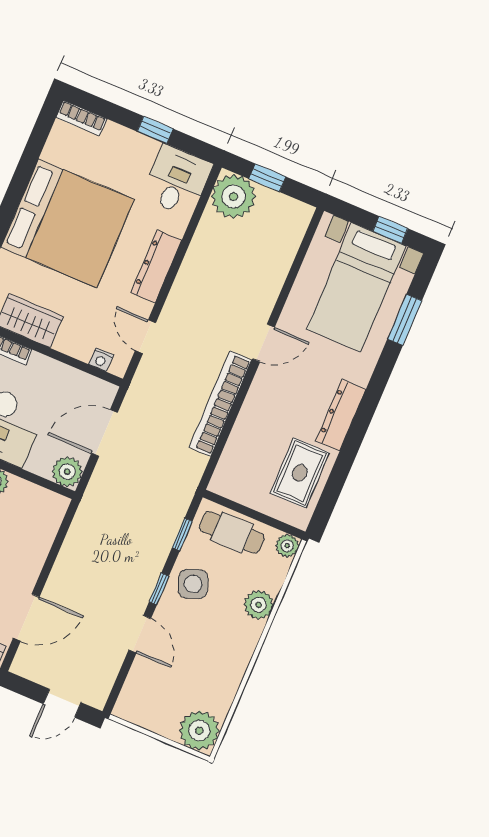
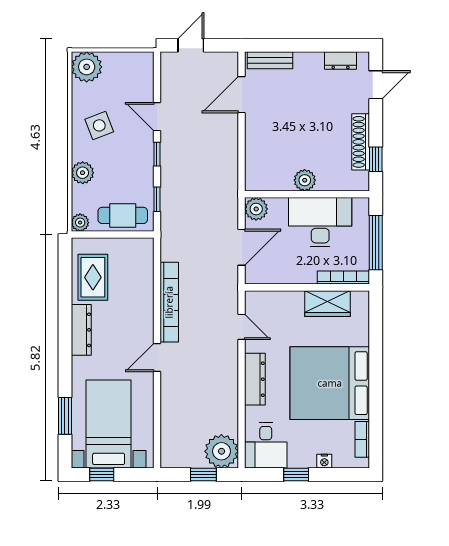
bookcase: (81, 118) -> (362, 439), moved, turned -90
nightstand: (101, 360) -> (324, 461), moved, turned 180
side table: (193, 584) -> (99, 125), moved

